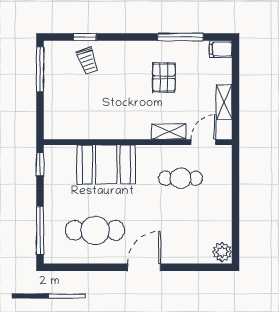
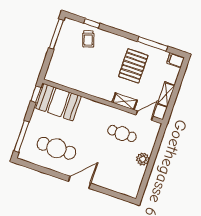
pallet: (164, 77) -> (133, 66), width x1.50, depth x1.42
booth: (106, 164) -> (58, 102), moved
plant: (222, 252) -> (143, 159), moved

